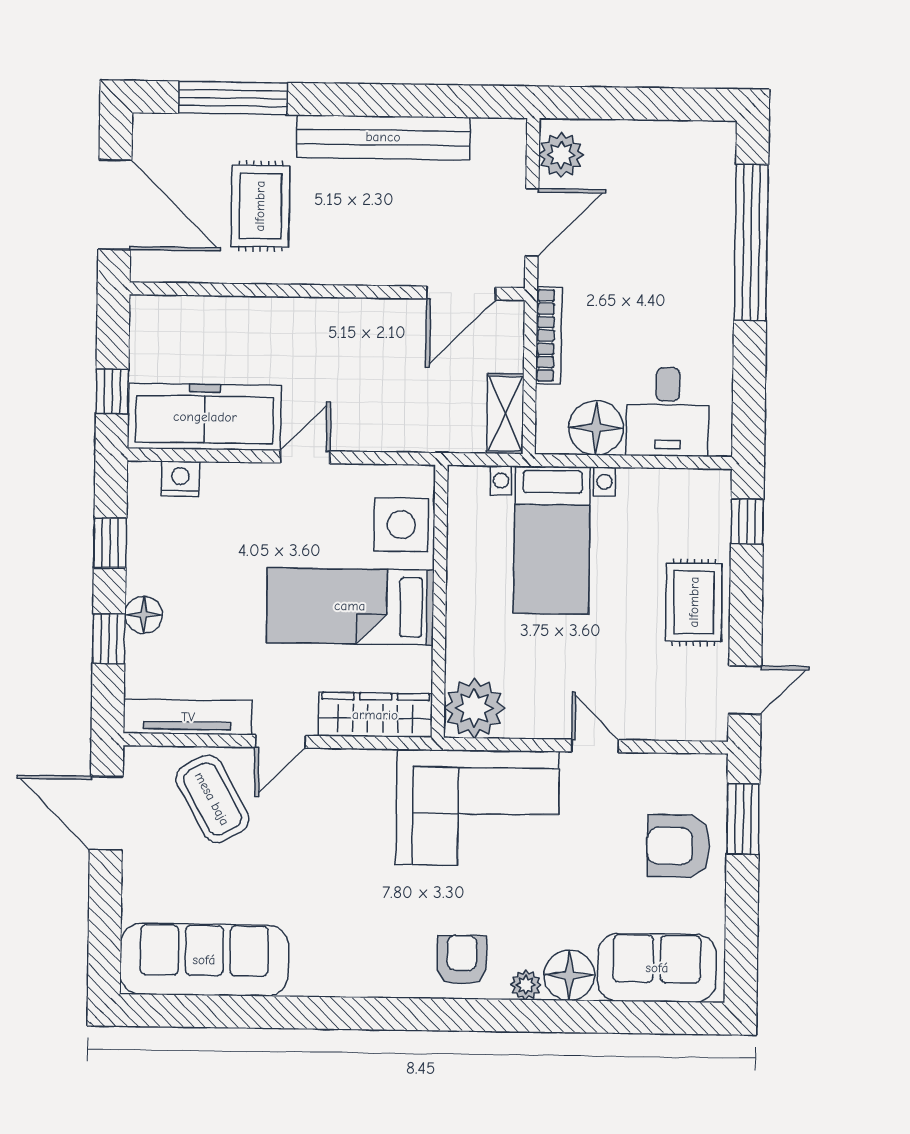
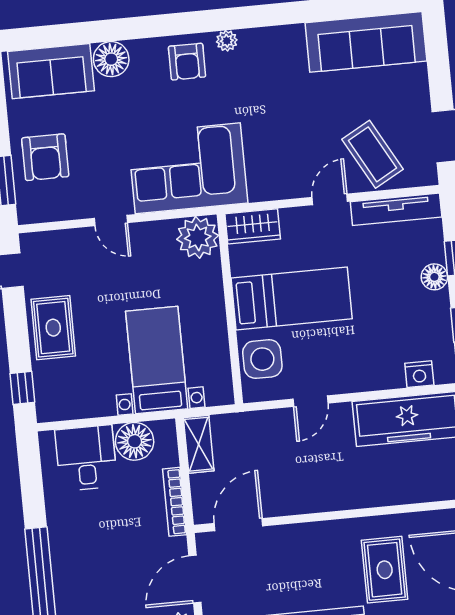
door: (305, 457) -> (310, 401), moved
wardrobe: (375, 715) -> (253, 226), width x0.67
armchair: (678, 846) -> (45, 157), turned 90
plant: (526, 985) -> (227, 41), moved

